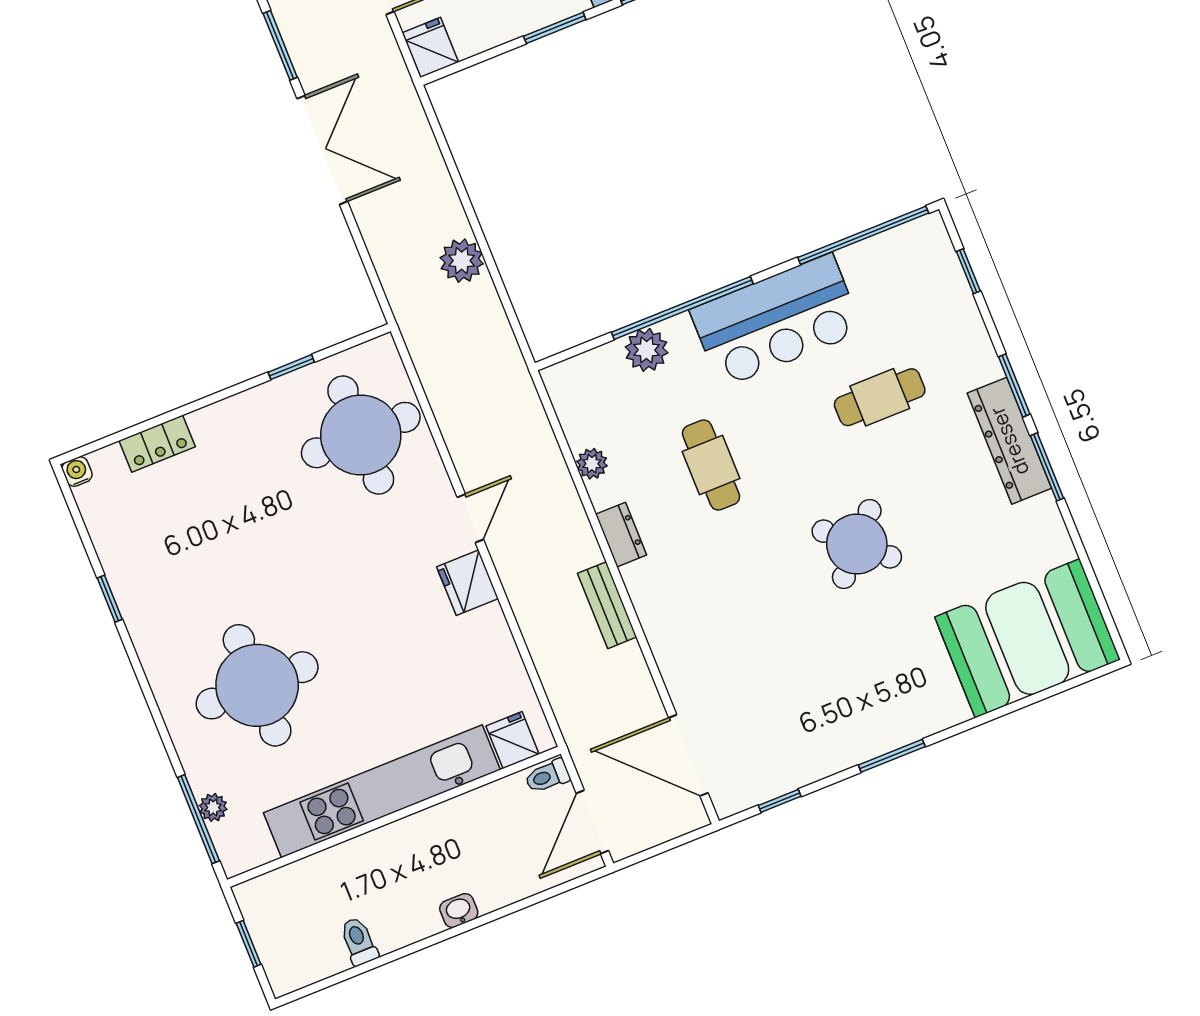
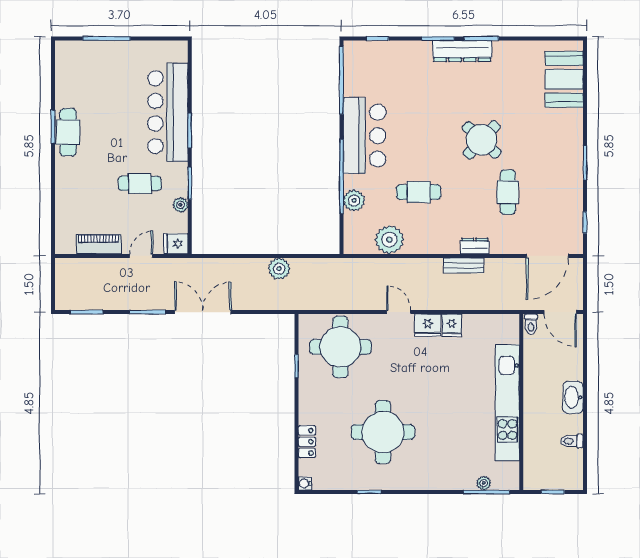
plant: (507, 27) -> (180, 205), added
cafe table: (880, 397) -> (508, 192), moved
plant: (592, 464) -> (389, 240), width x1.88, depth x1.88
dresser: (621, 535) -> (475, 246), moved
booth: (1027, 638) -> (564, 79), width x0.73, depth x0.70
round table: (257, 685) -> (383, 432), moved
fridge: (513, 740) -> (452, 325), moved, turned -90
washbasin: (459, 911) -> (573, 397), width x1.91, depth x1.45

